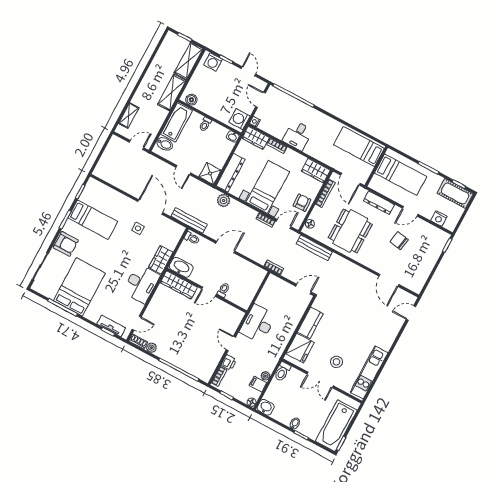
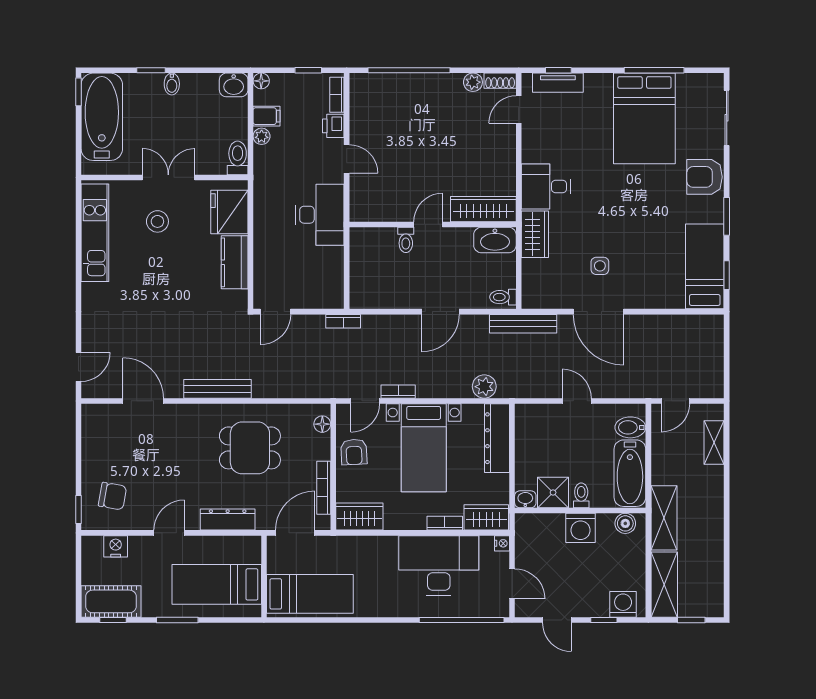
washing machine: (240, 119) -> (580, 528), moved, turned 90
desk: (298, 135) -> (439, 565), width x1.87, depth x1.30
shower: (210, 173) -> (553, 492), moved
door: (350, 179) -> (295, 533), hinge flipped
bed: (93, 220) -> (705, 266), moved, turned 90
dining table: (350, 231) -> (250, 448), width x0.73
chair: (399, 241) -> (112, 496), moved
bench: (314, 248) -> (218, 389), moved
desk: (141, 284) -> (546, 187), width x0.73

